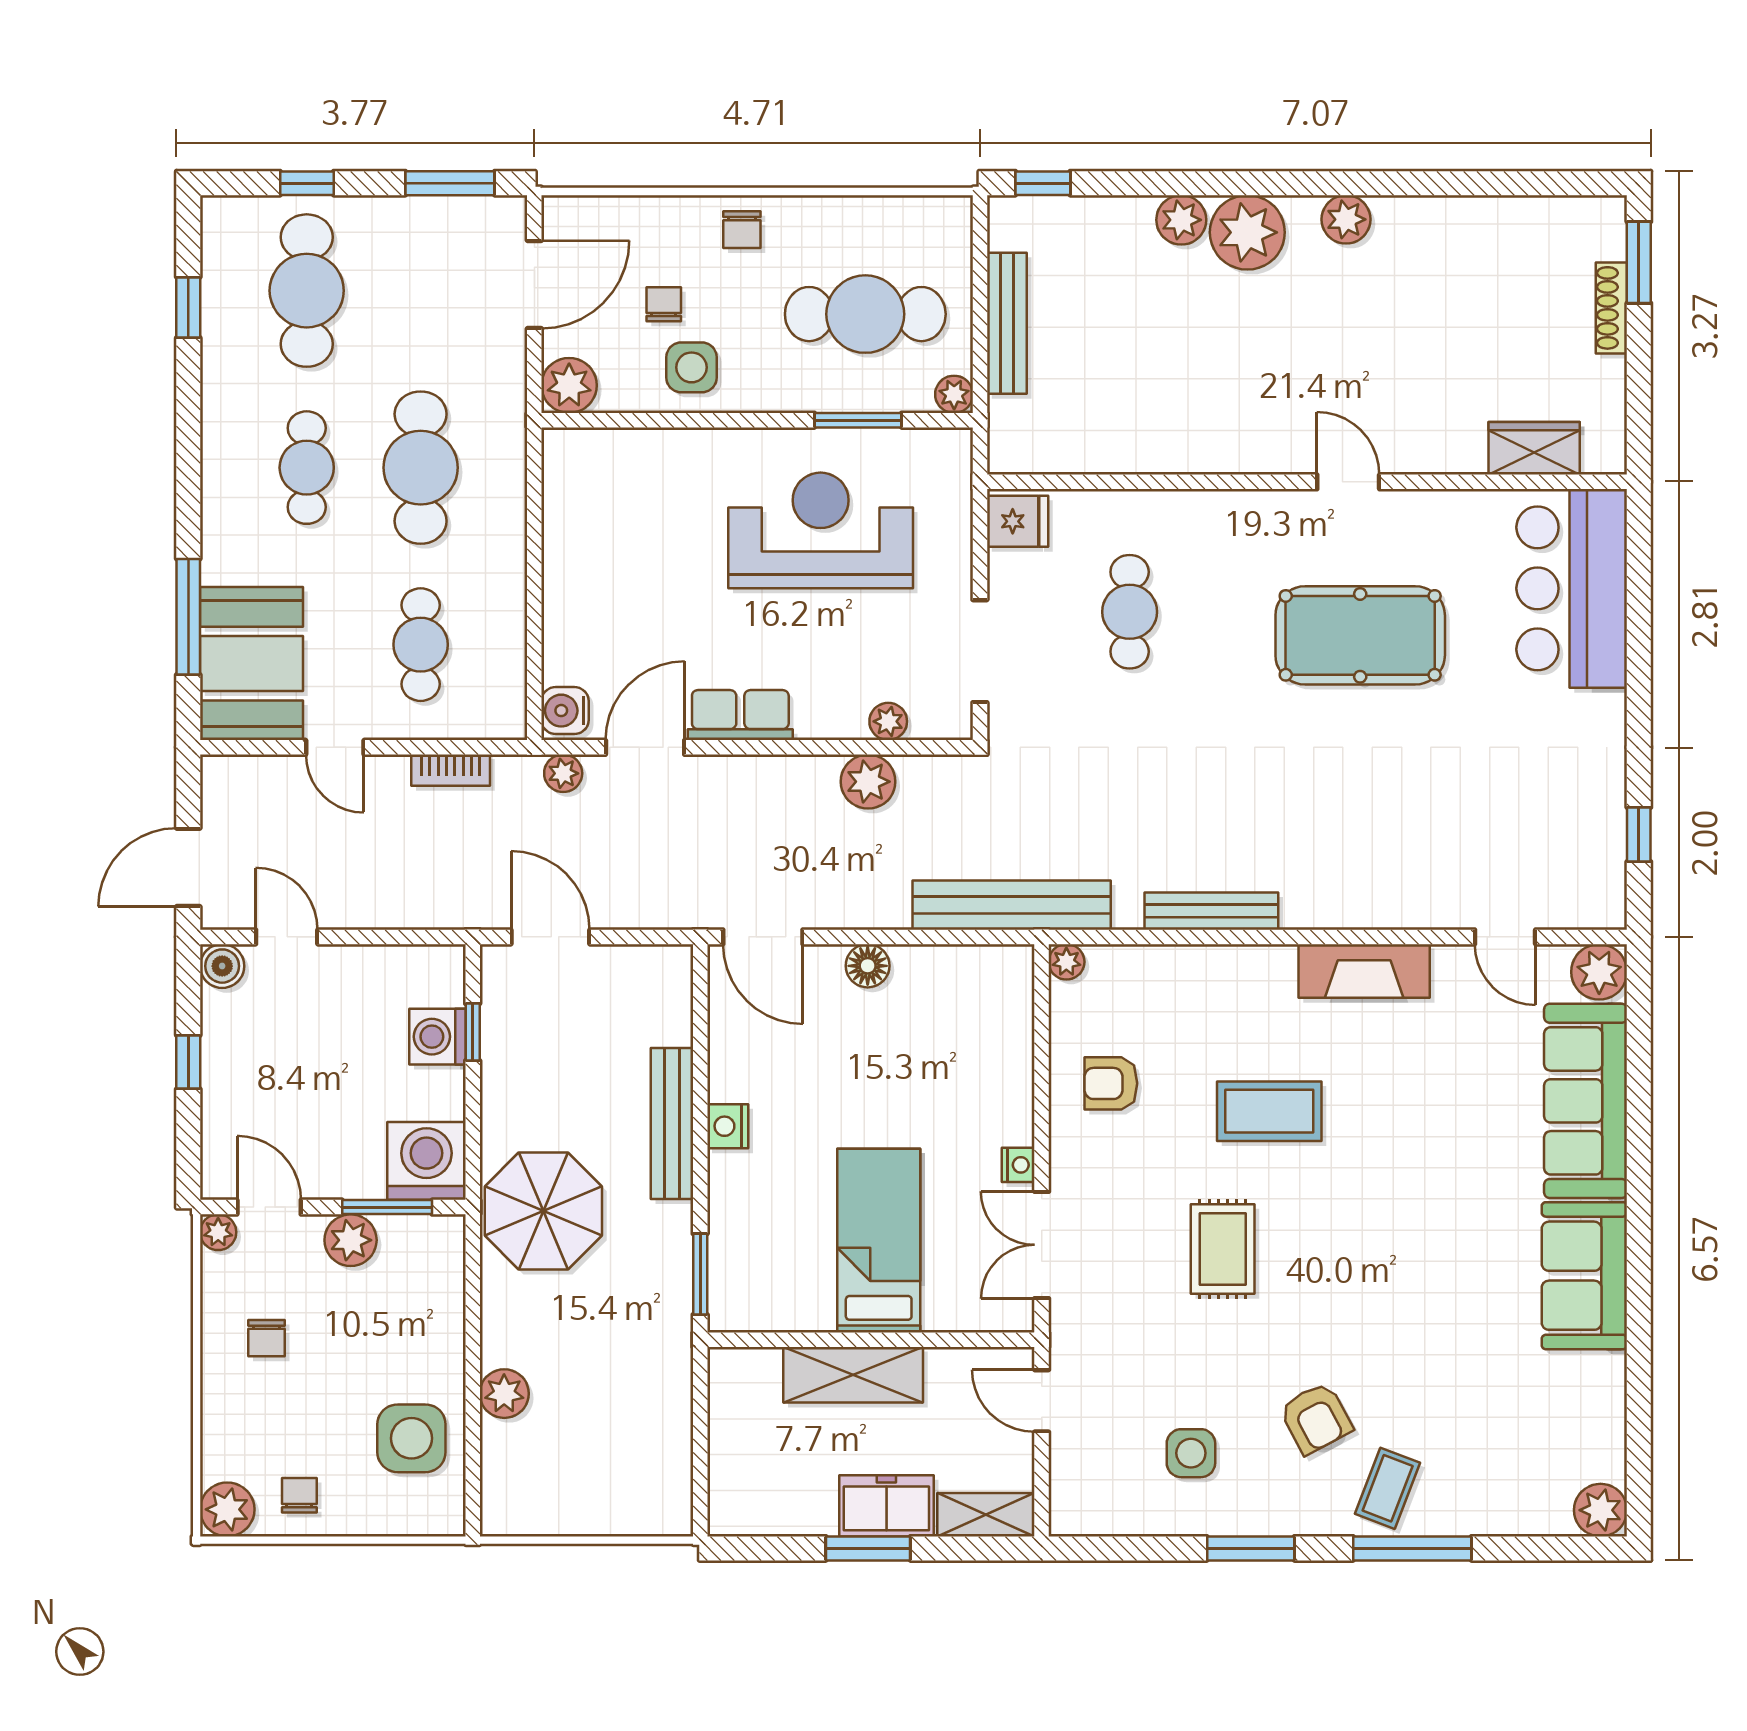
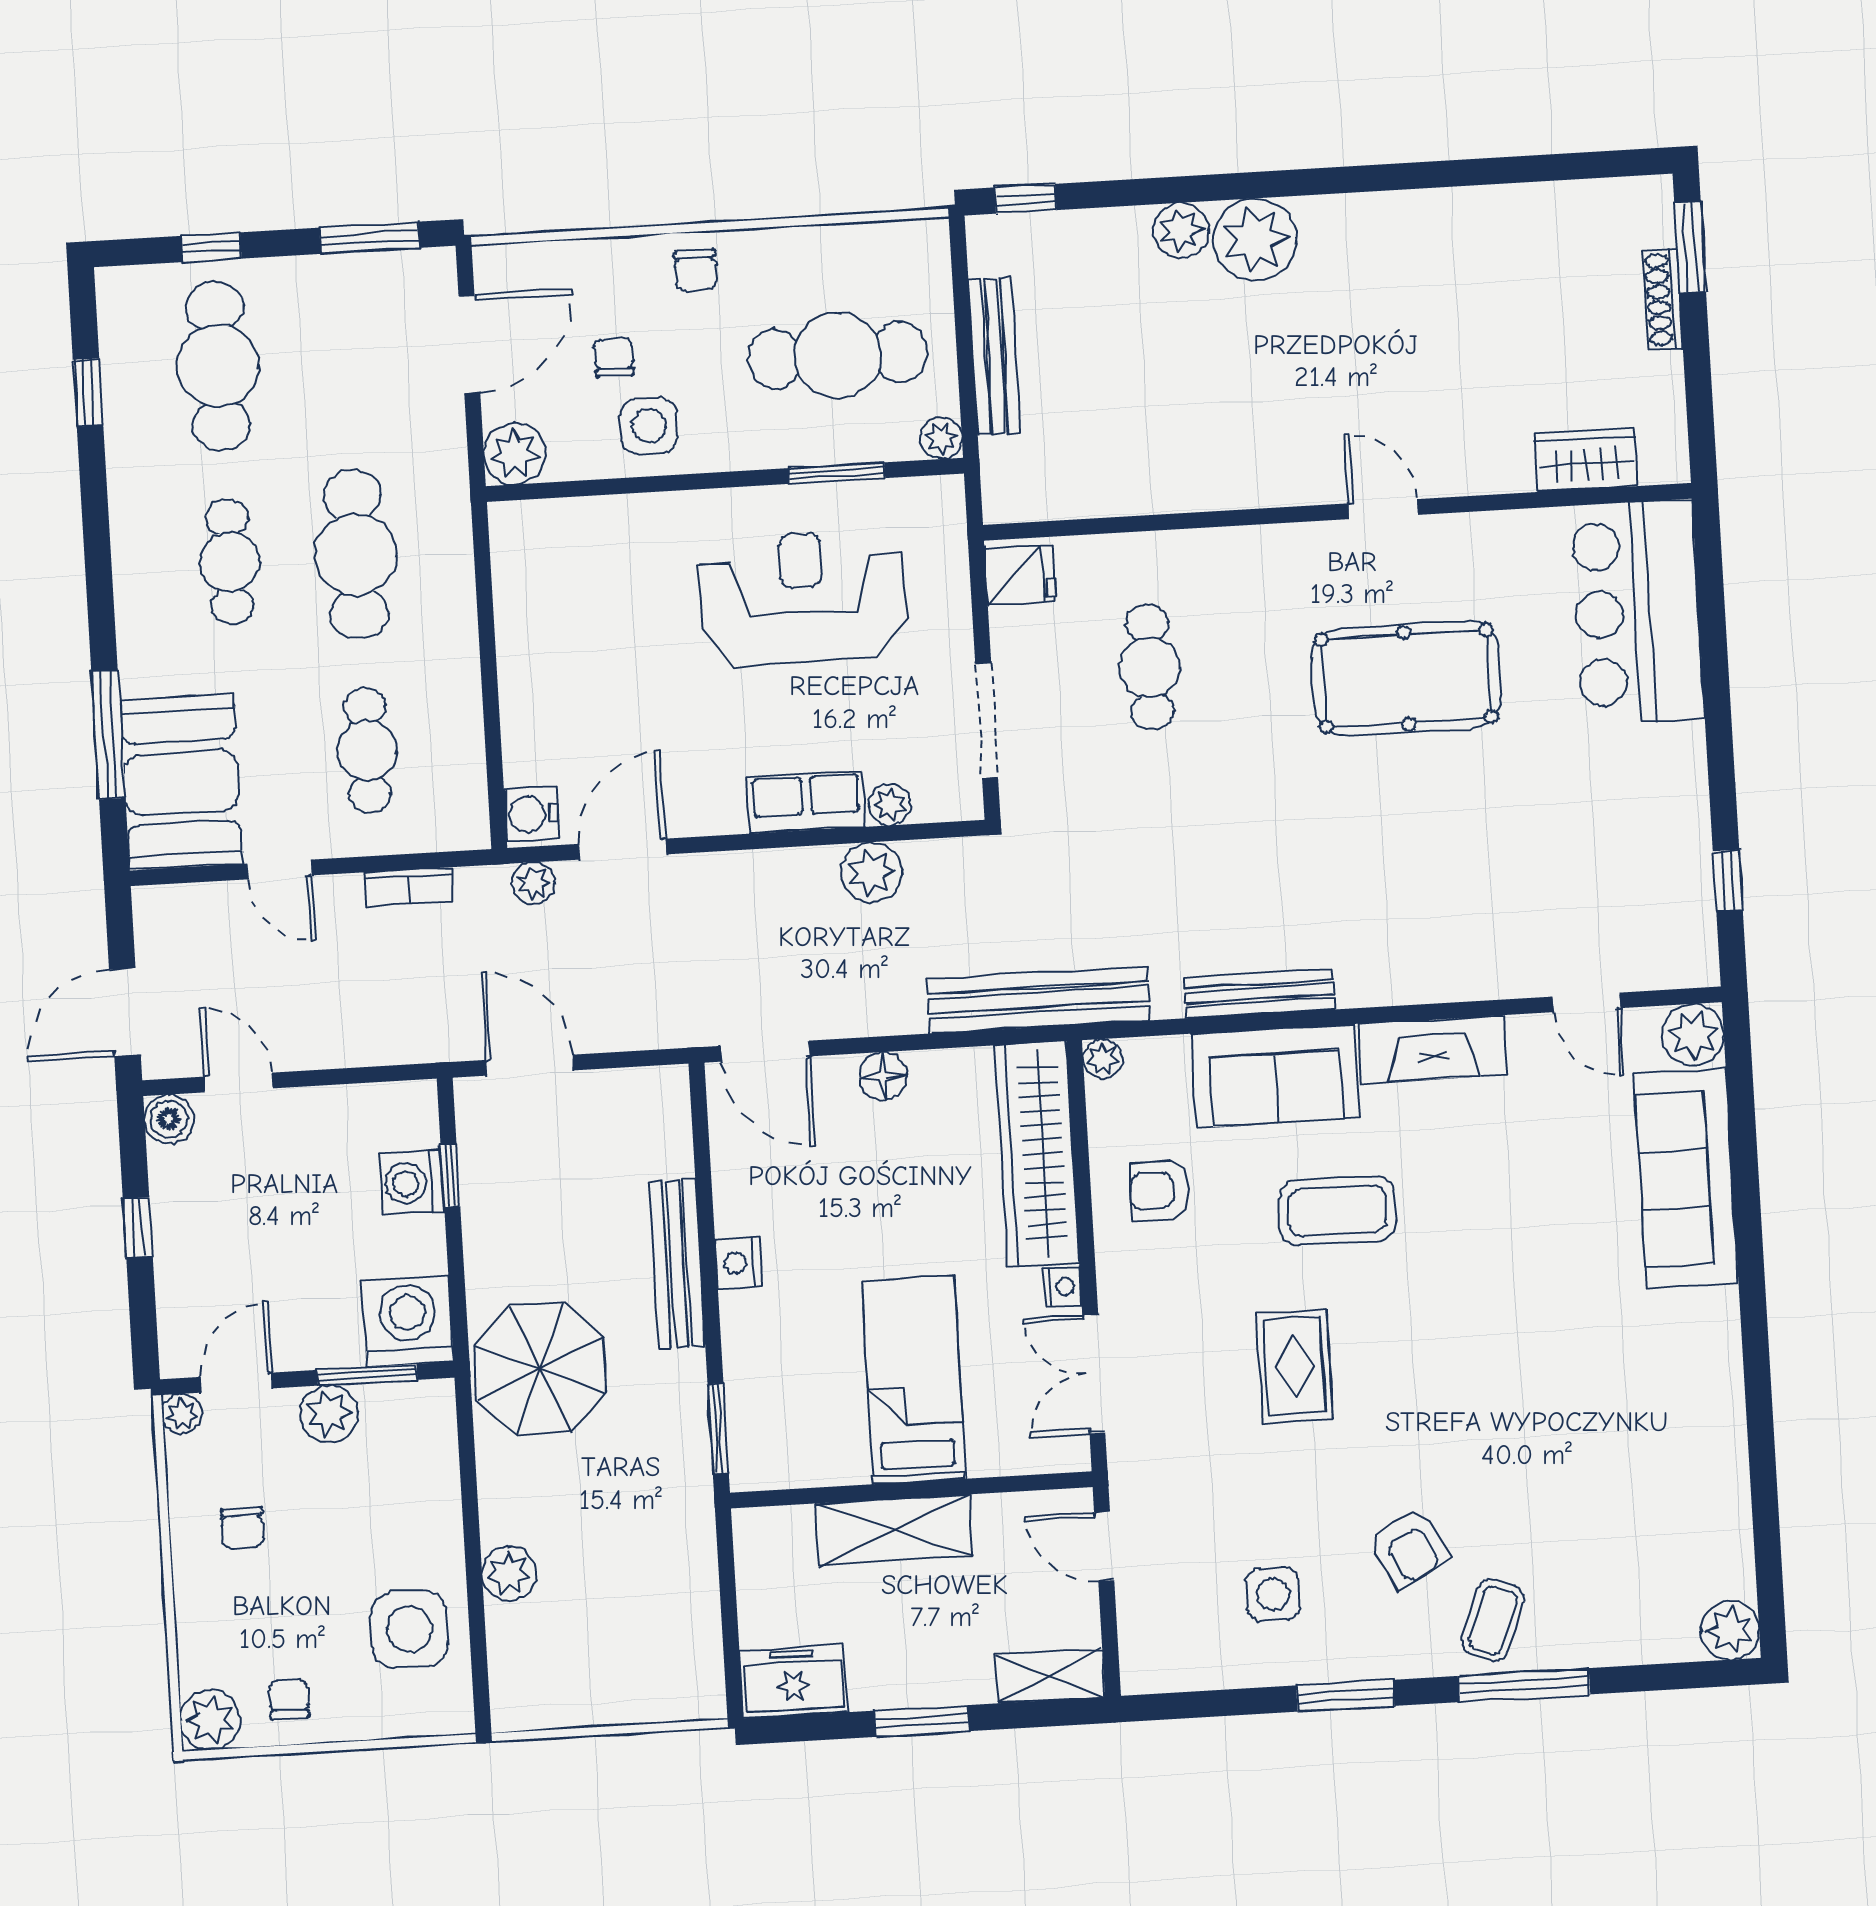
plant: (1346, 219) -> (1363, 219), removed
row of seats: (740, 715) -> (806, 802), moved
wardrobe: (1002, 1044) -> (1037, 1154), added
door: (269, 1207) -> (237, 1383), hinge flipped
sofa: (1584, 1276) -> (1276, 1076), moved, turned -90
freezer: (886, 1506) -> (793, 1681), moved

